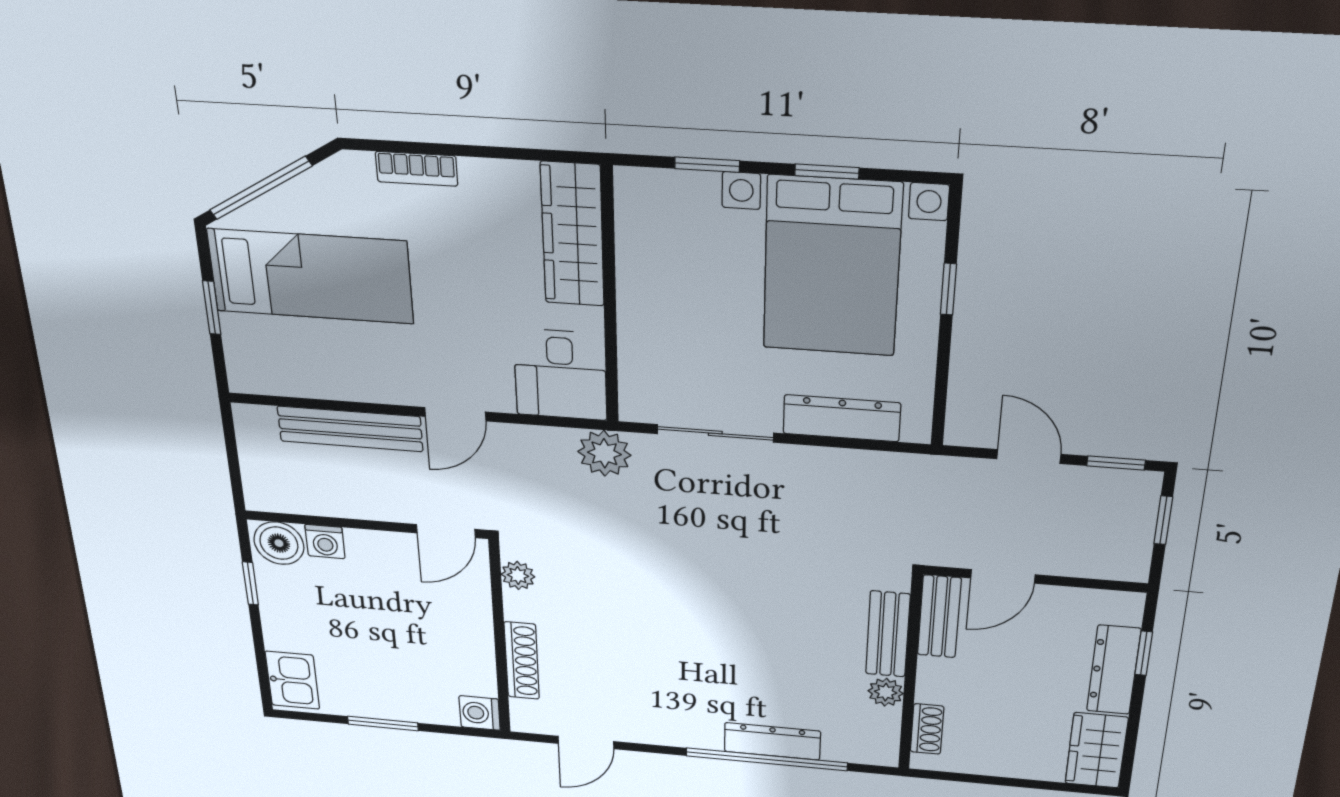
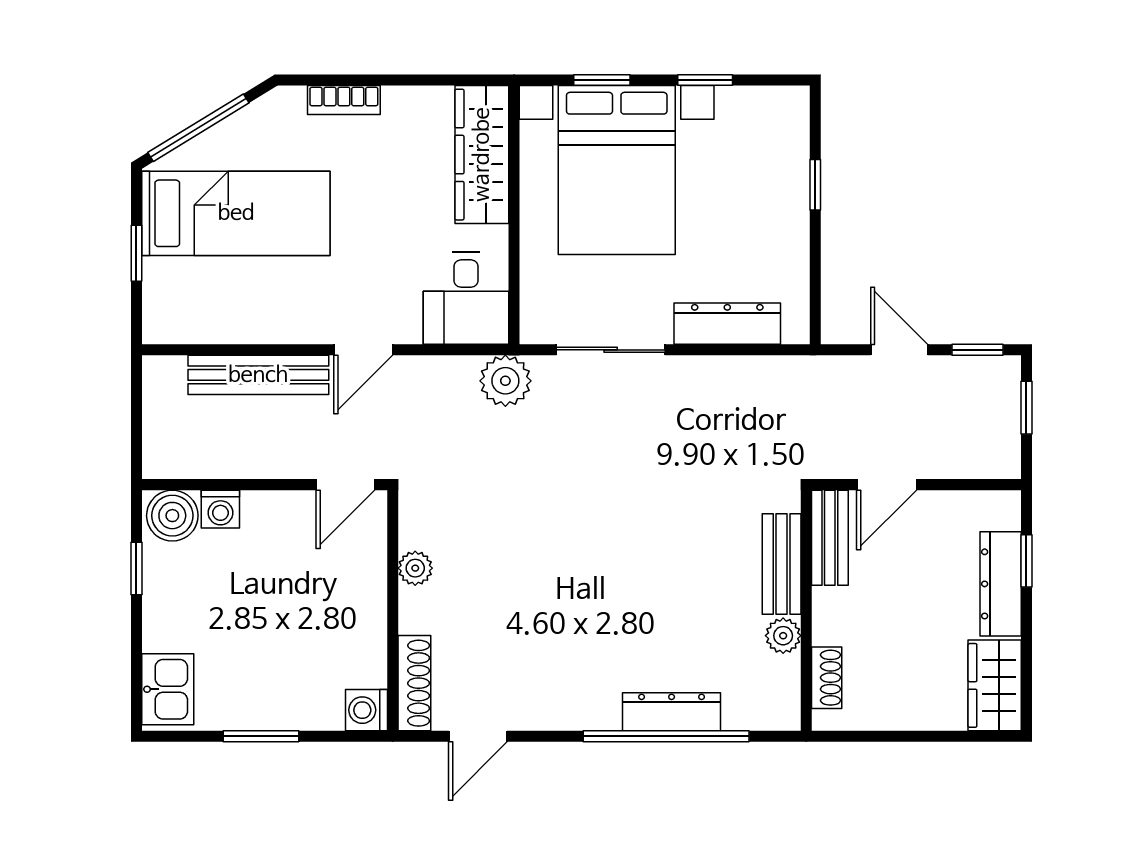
bed with nightstands: (832, 267) -> (617, 170), moved
plant: (518, 575) -> (415, 568), moved
shoe rack: (522, 661) -> (414, 683), moved

